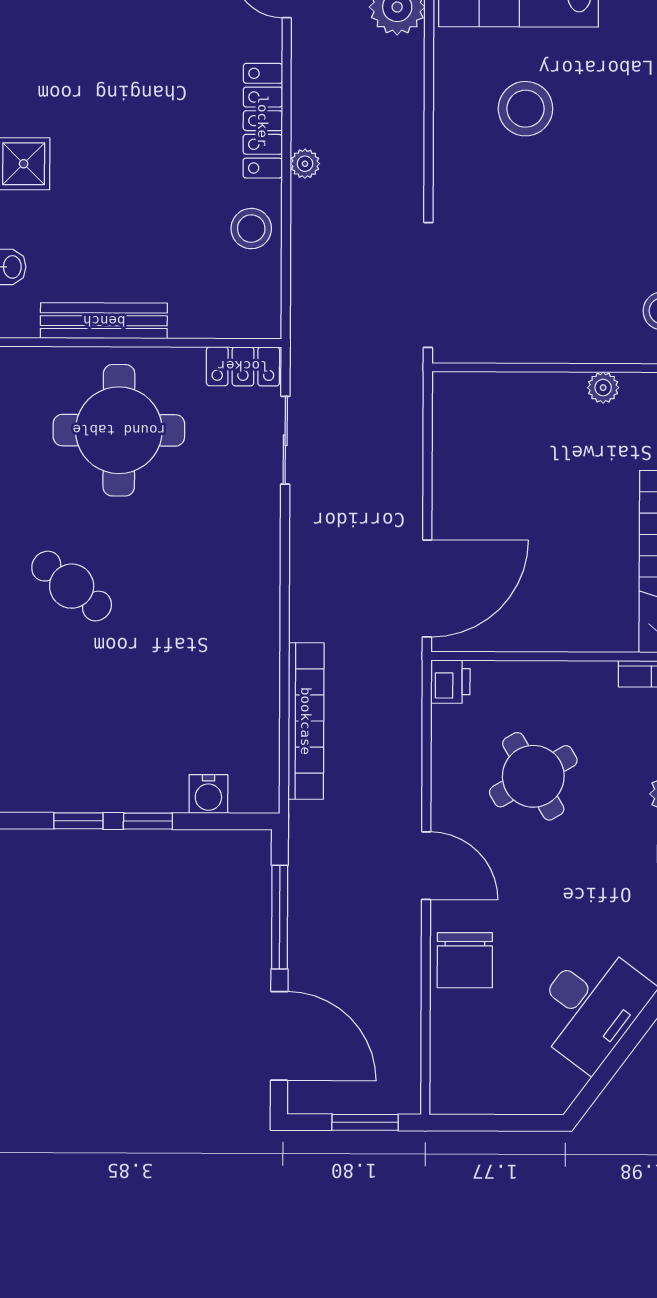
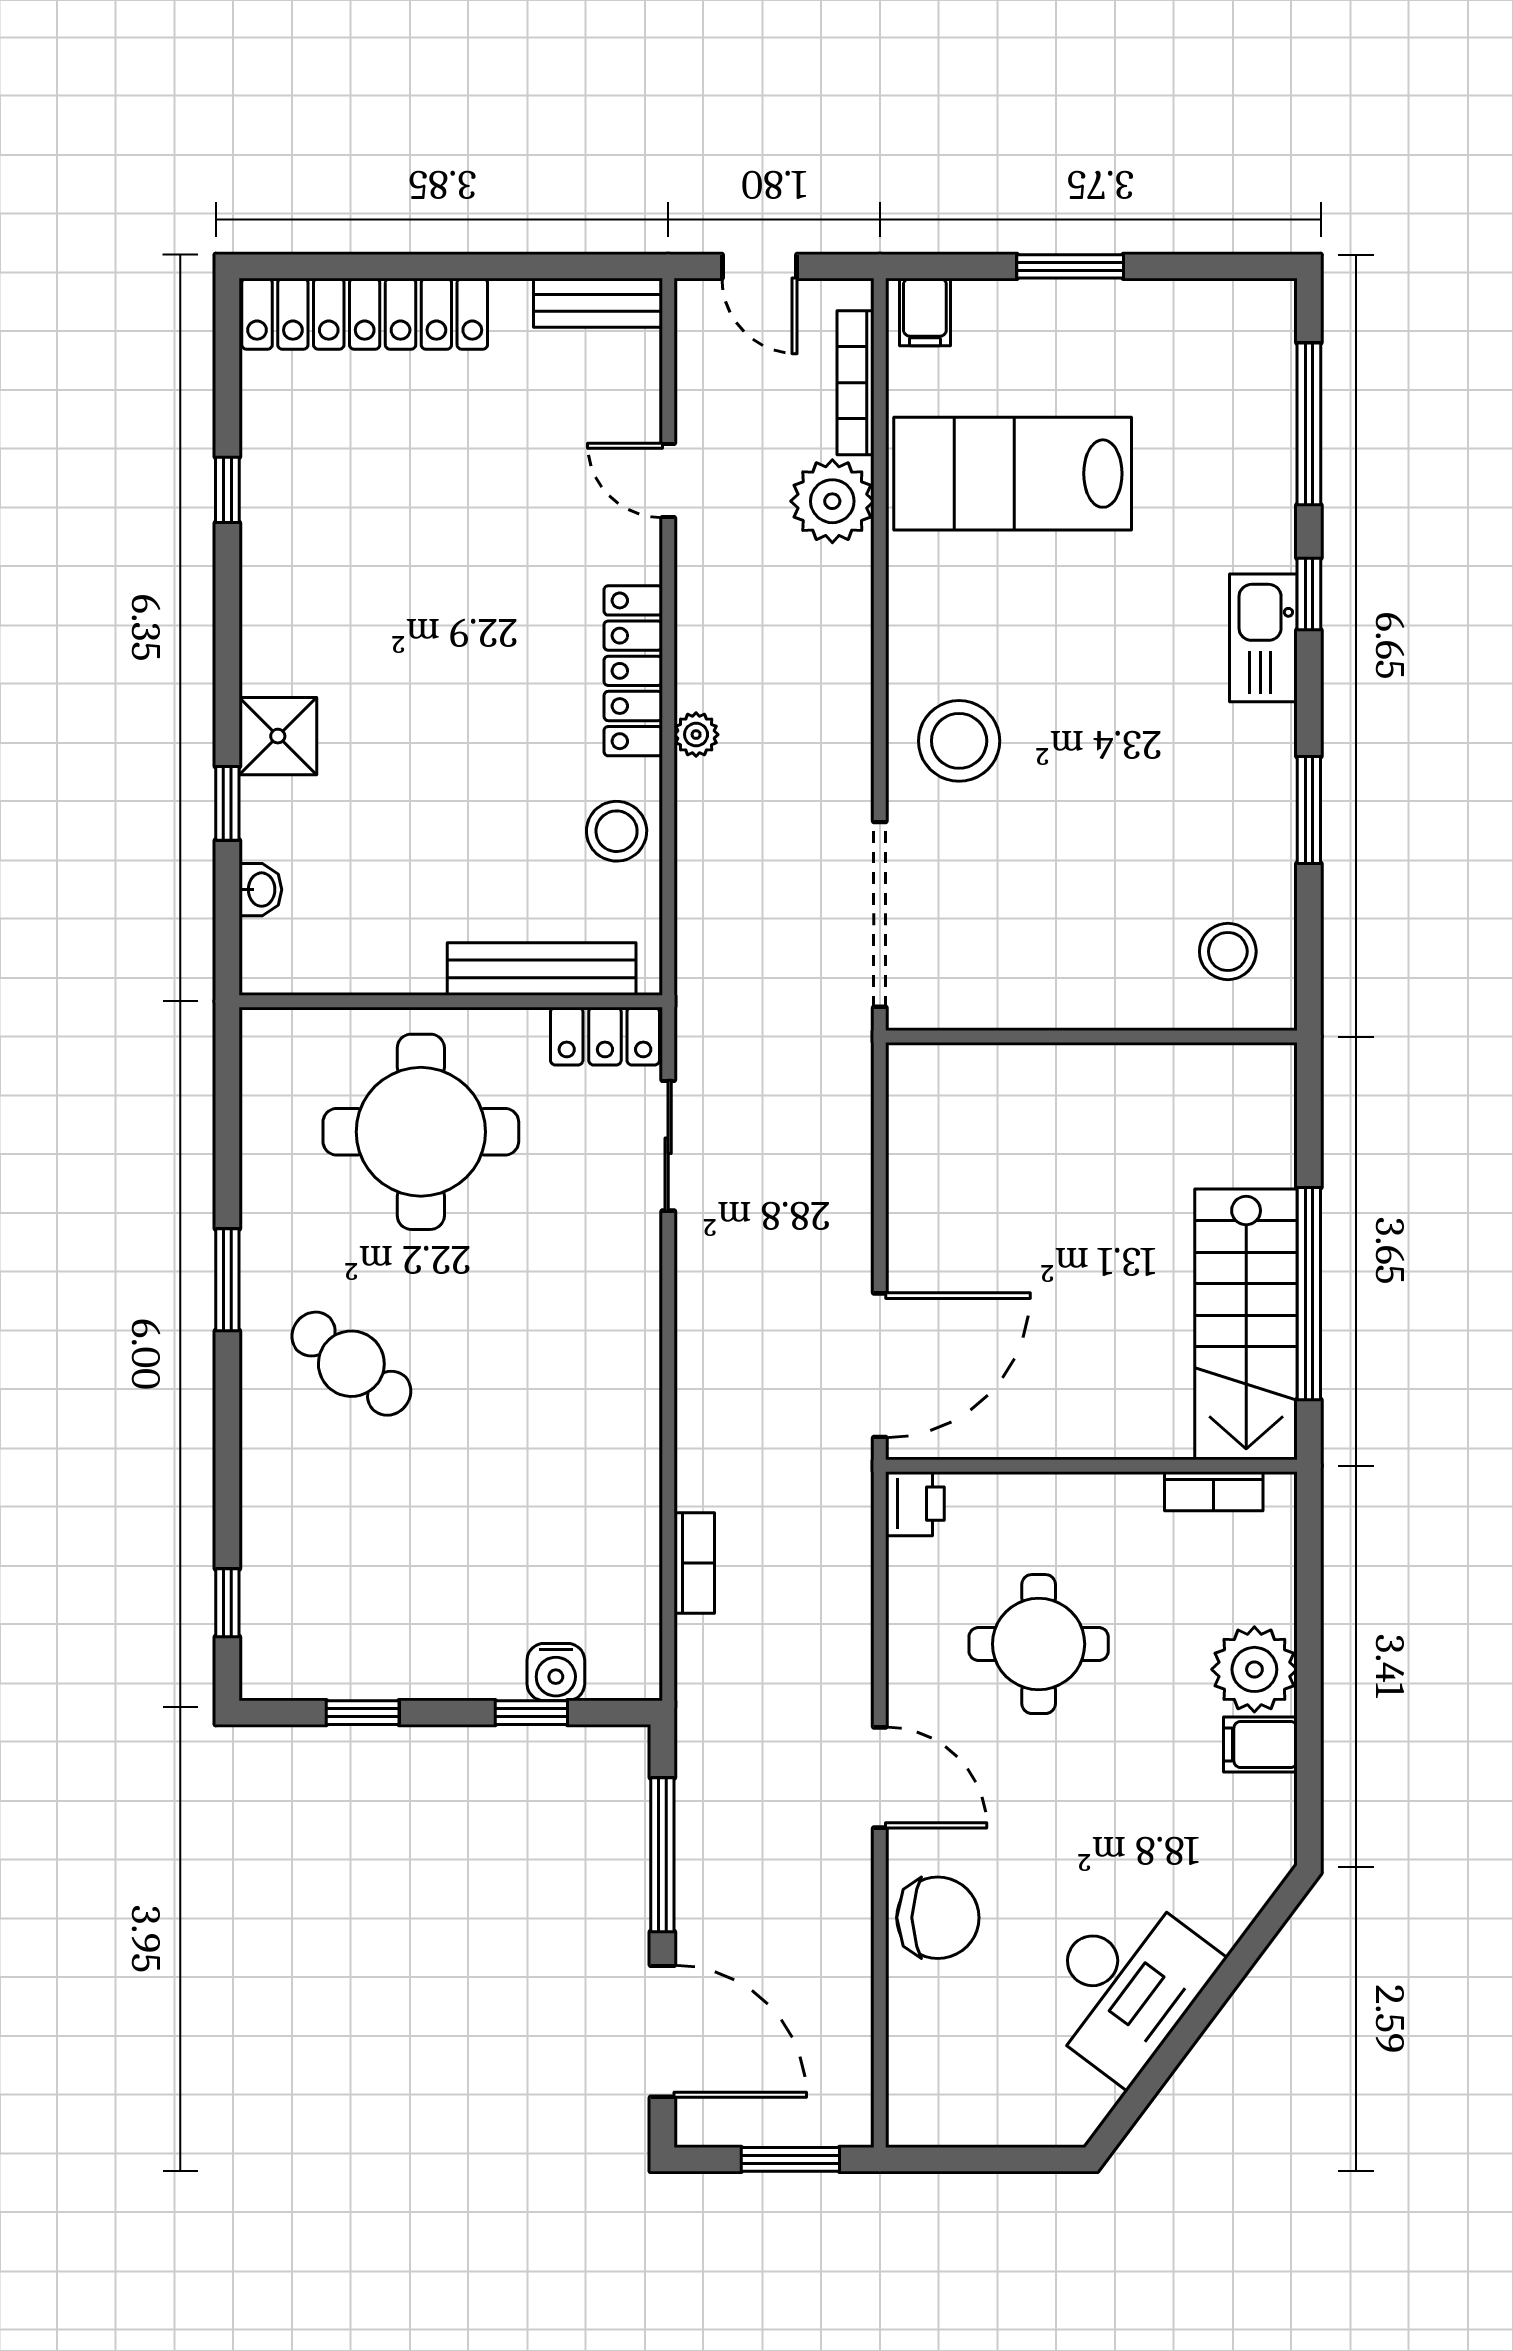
stool: (525, 109) -> (959, 741), moved
bench: (104, 321) -> (542, 969), moved
plant: (603, 388) -> (1140, 1066), removed
bookcase: (306, 721) -> (694, 1563), width x0.43, depth x0.76
round table: (533, 776) -> (1039, 1644), turned 30
window: (148, 821) -> (531, 1713), moved
chair: (465, 960) -> (938, 1918), turned -90

